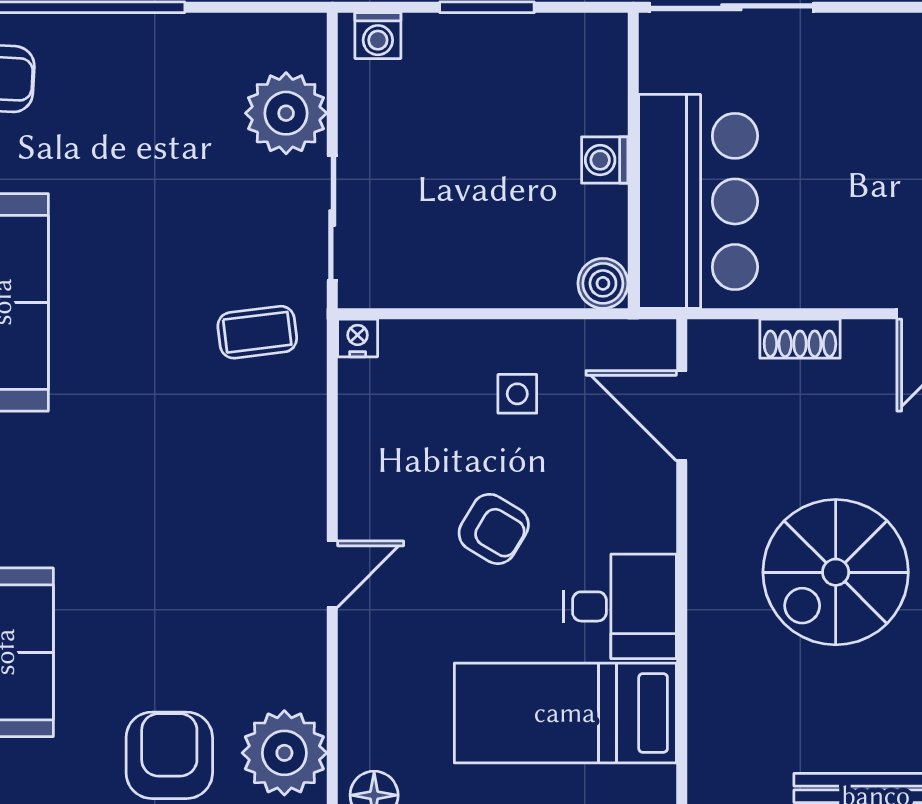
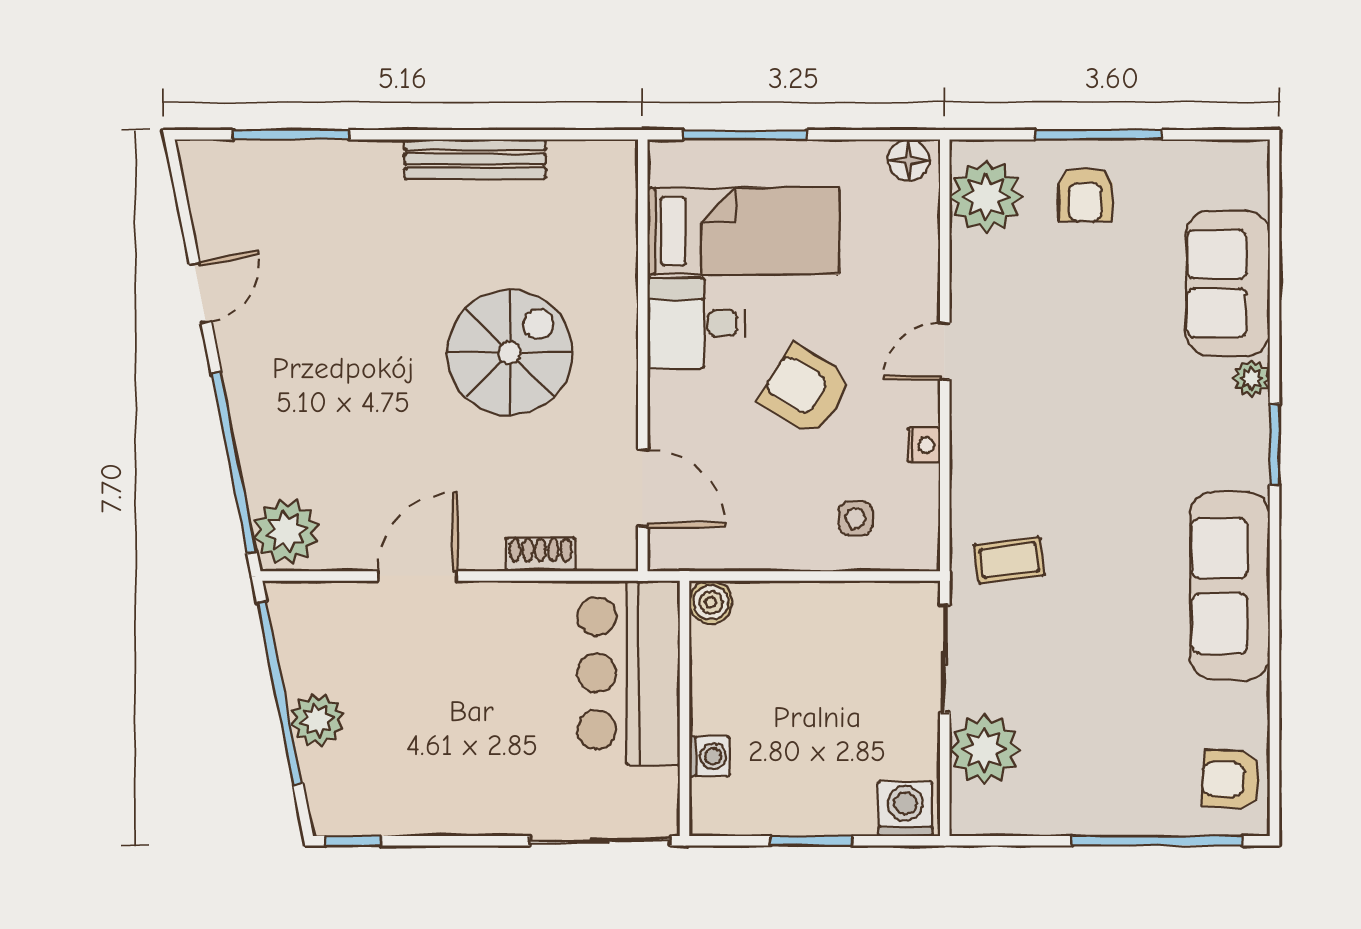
washing machine: (378, 36) -> (905, 809), width x1.38, depth x1.38
washing machine: (605, 160) -> (709, 756), moved
nightstand: (358, 338) -> (924, 445), moved, turned -90
side table: (517, 394) -> (855, 518), moved
armchair: (494, 529) -> (805, 390), width x1.38, depth x1.38
armchair: (169, 755) -> (1085, 195), width x0.72, depth x0.72

